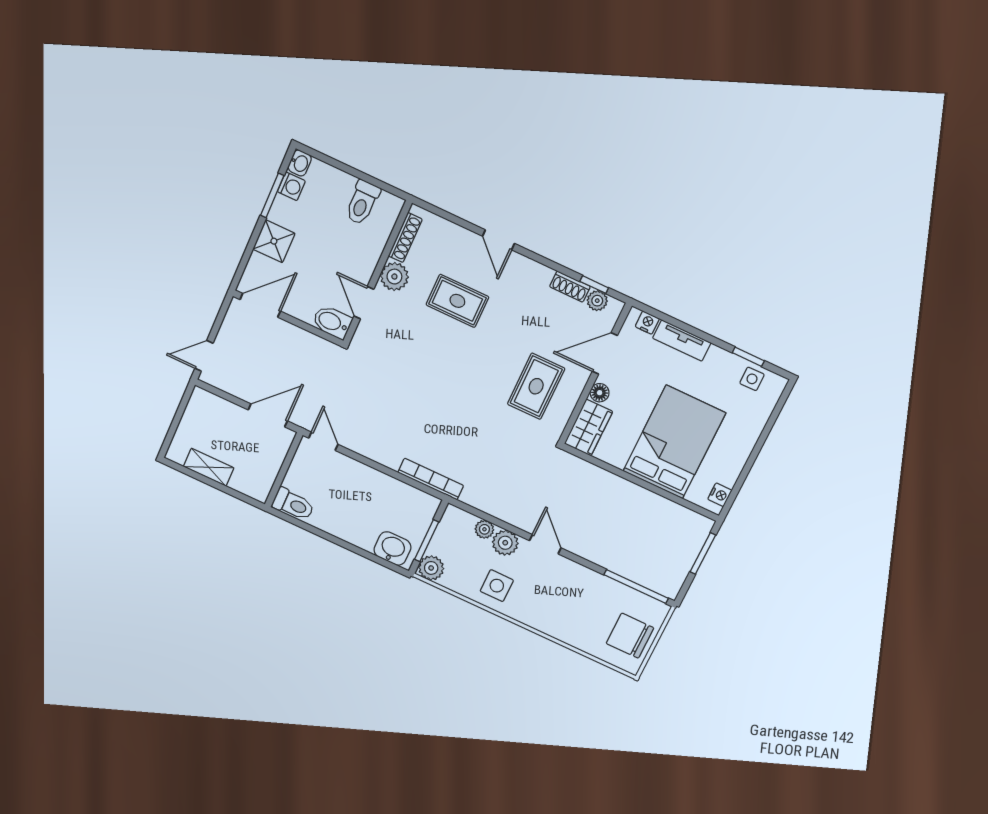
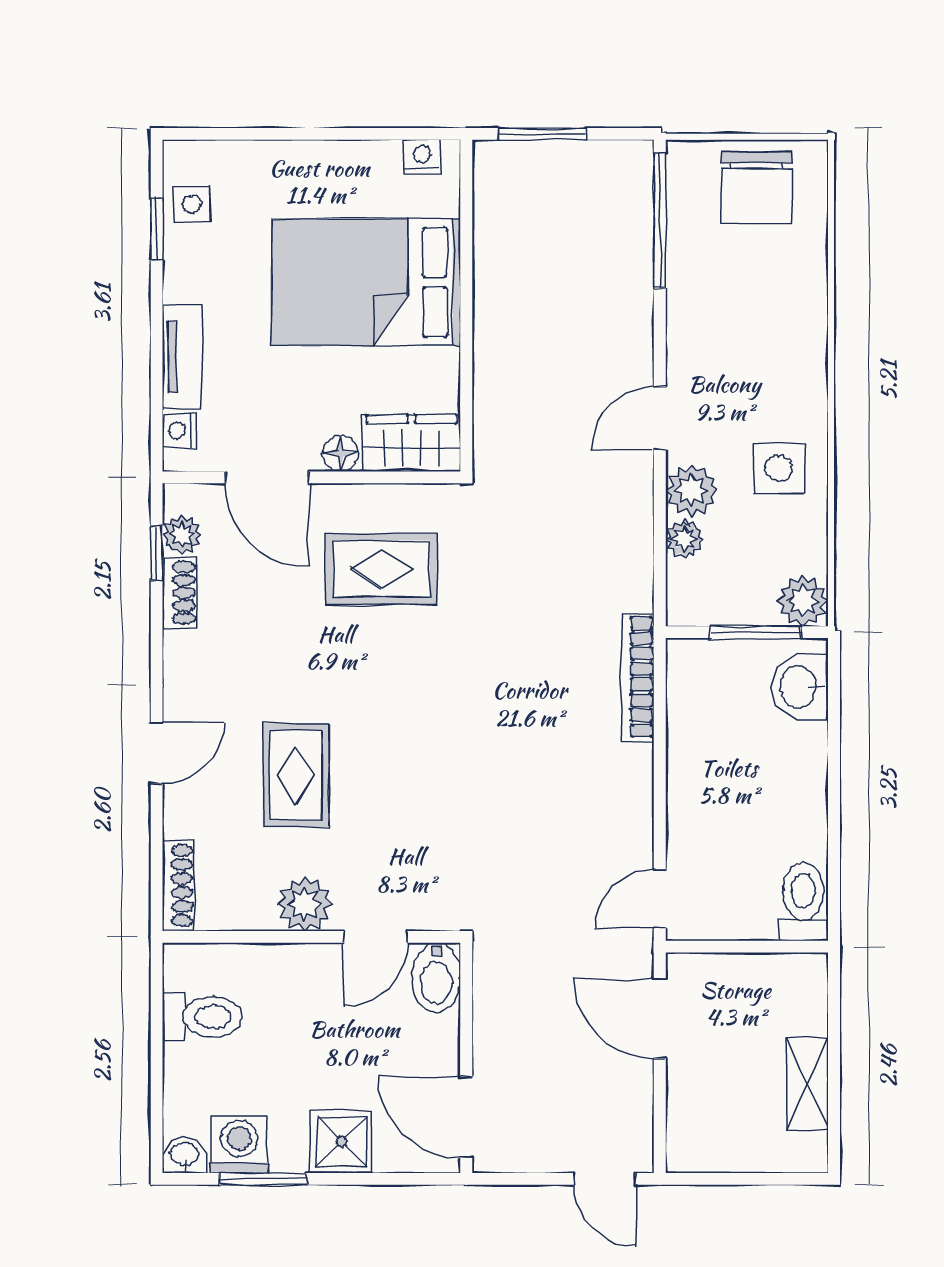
washing machine: (291, 186) -> (239, 1144), width x1.38, depth x1.38
shoe rack: (405, 238) -> (178, 885), moved, turned 90

